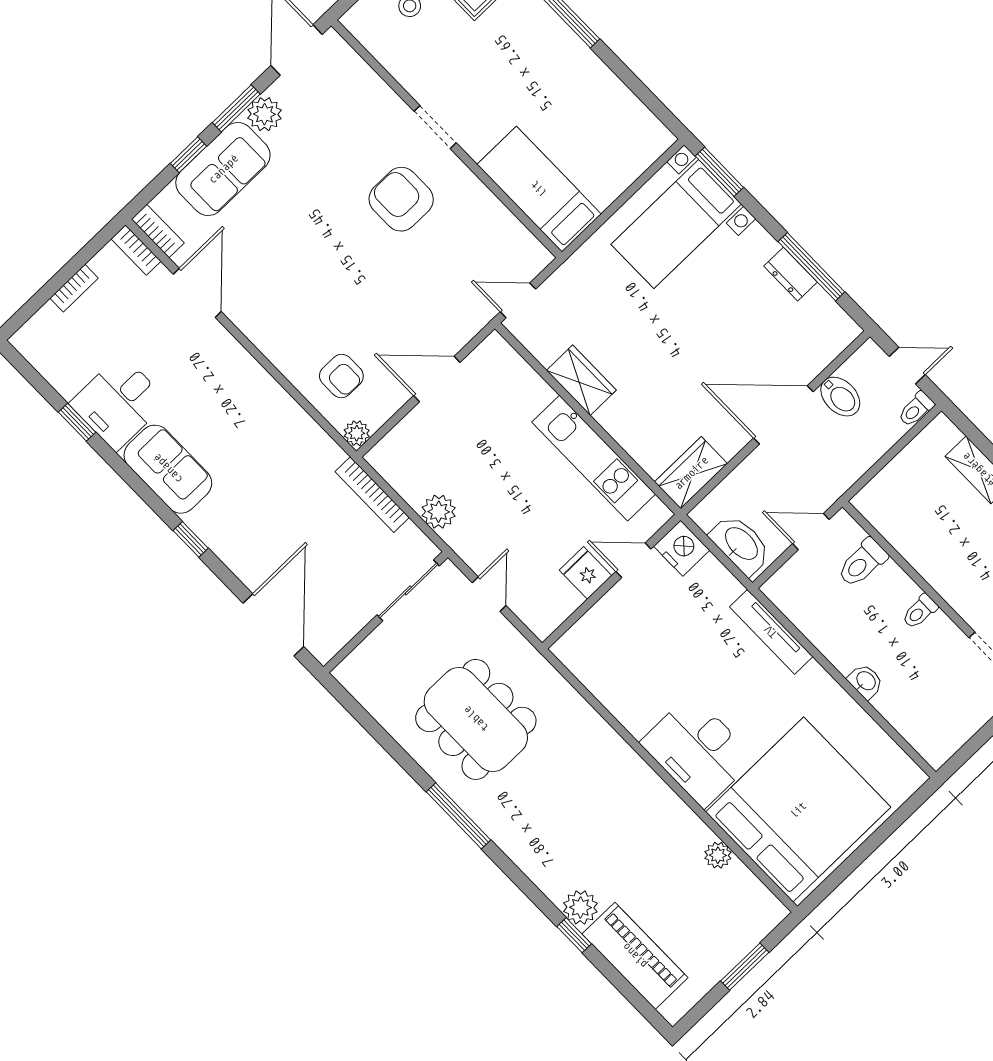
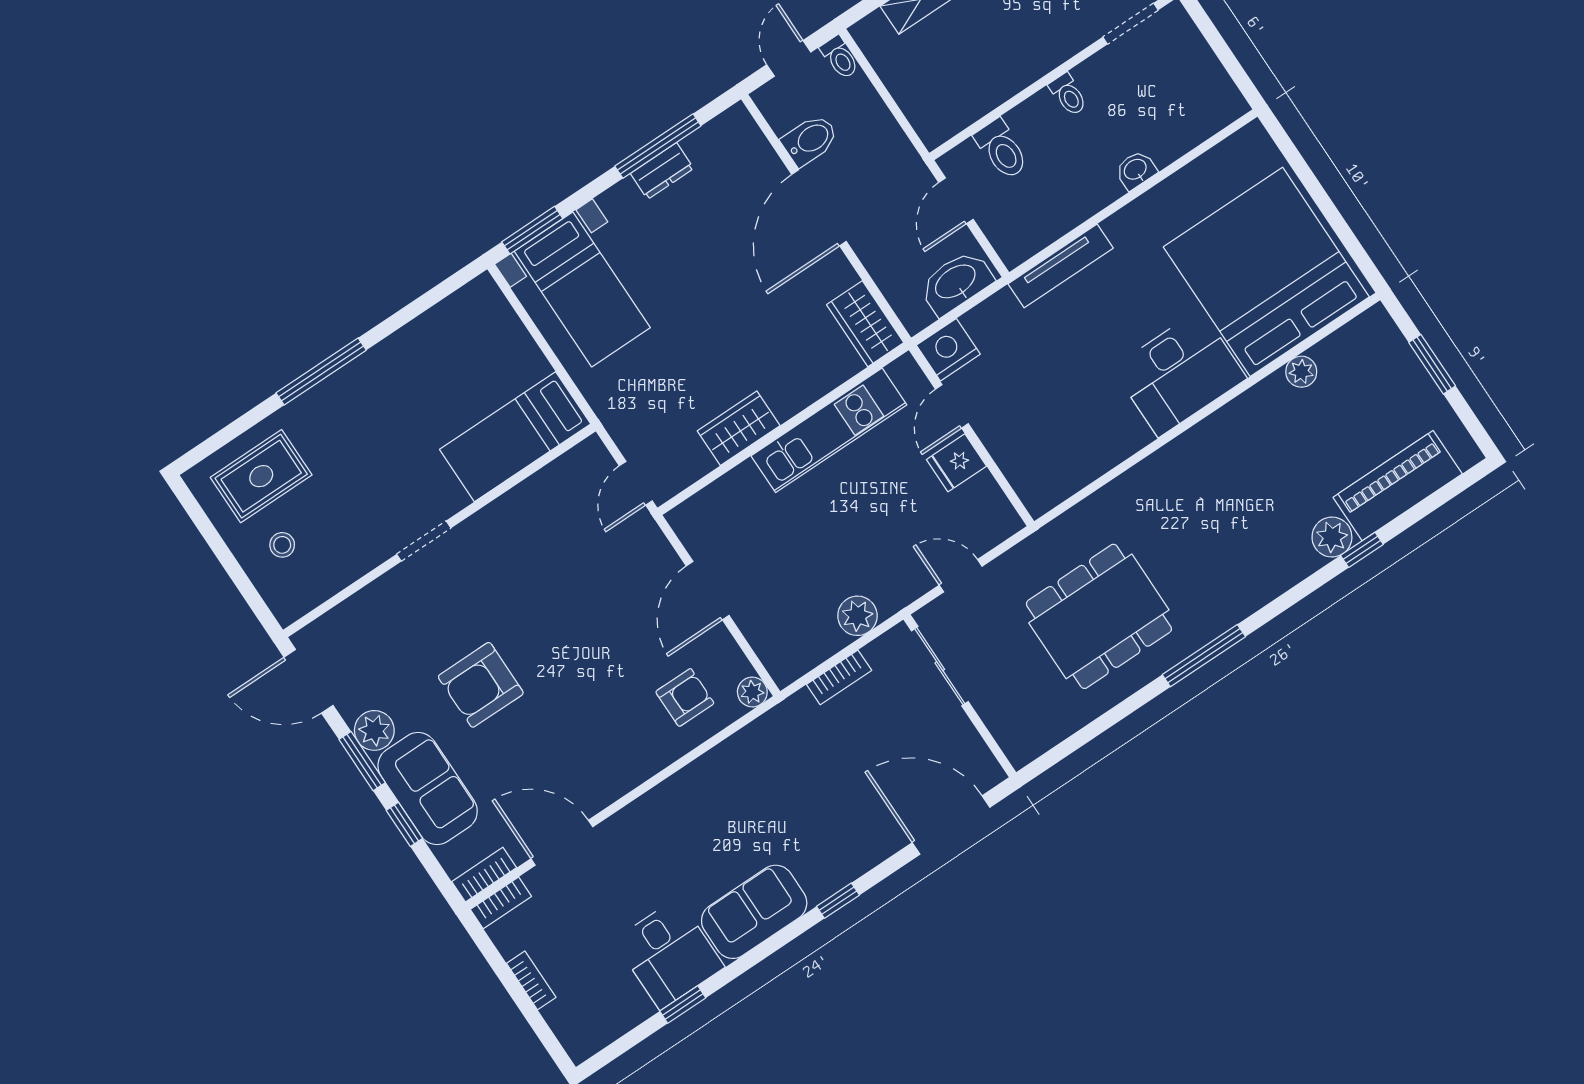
armchair: (401, 199) -> (481, 685), moved
bookcase: (372, 495) -> (839, 677), width x0.64

